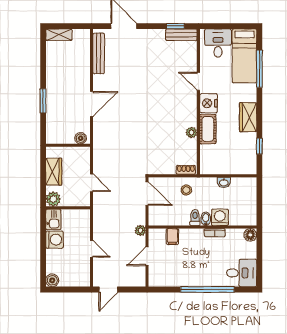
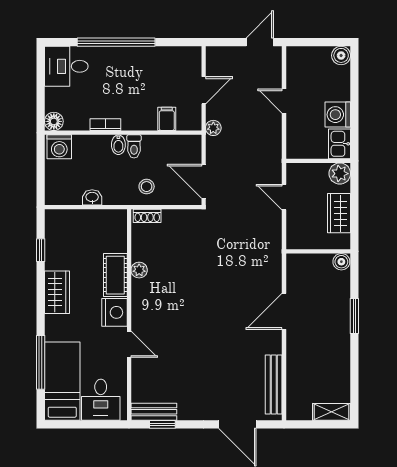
boiler: (81, 138) -> (341, 262), moved
washing machine: (220, 217) -> (59, 147), moved

